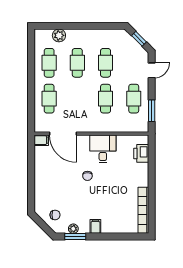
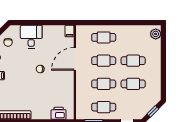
plant: (59, 35) -> (156, 34), moved
cafe table: (49, 63) -> (104, 61), moved
door: (63, 134) -> (75, 59), moved
desk: (103, 149) -> (31, 37), moved, turned -90

